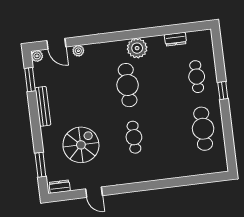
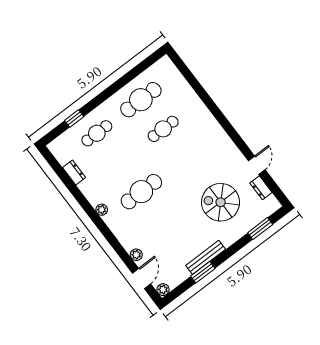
plant: (137, 48) -> (102, 210), width x0.53, depth x0.53
window: (30, 80) -> (203, 272), moved
window: (223, 90) -> (74, 119), moved
cafe table: (134, 137) -> (163, 129), moved
dresser: (60, 187) -> (261, 188), moved

